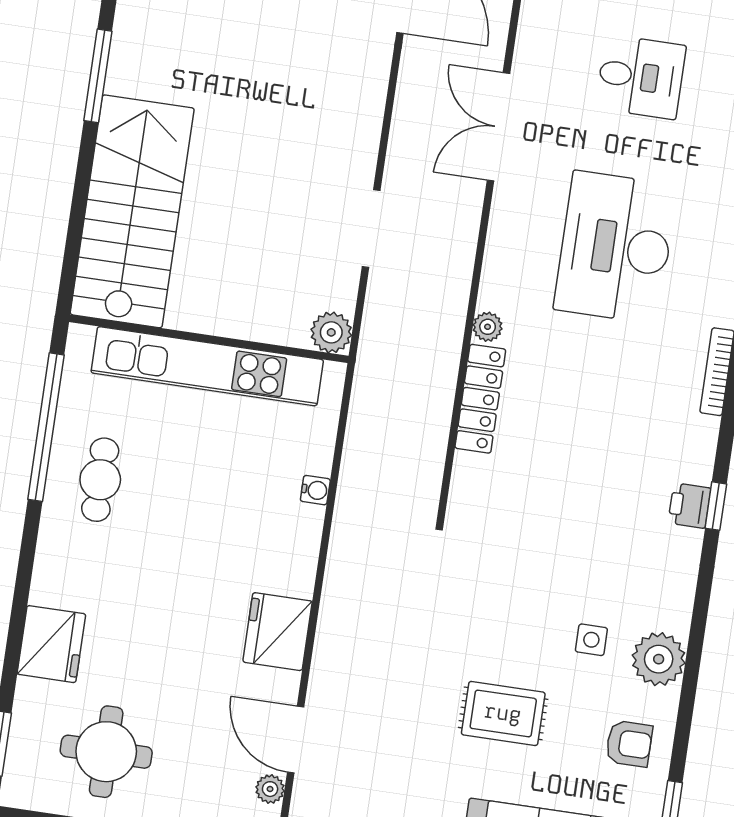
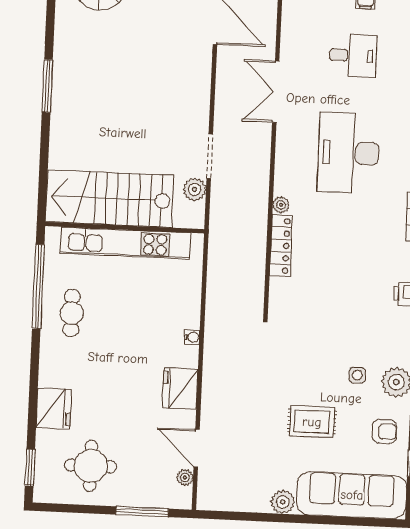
stairs: (132, 211) -> (109, 199), moved, turned -90
plant: (331, 332) -> (195, 189), moved
water cooler: (315, 490) -> (192, 337), moved

